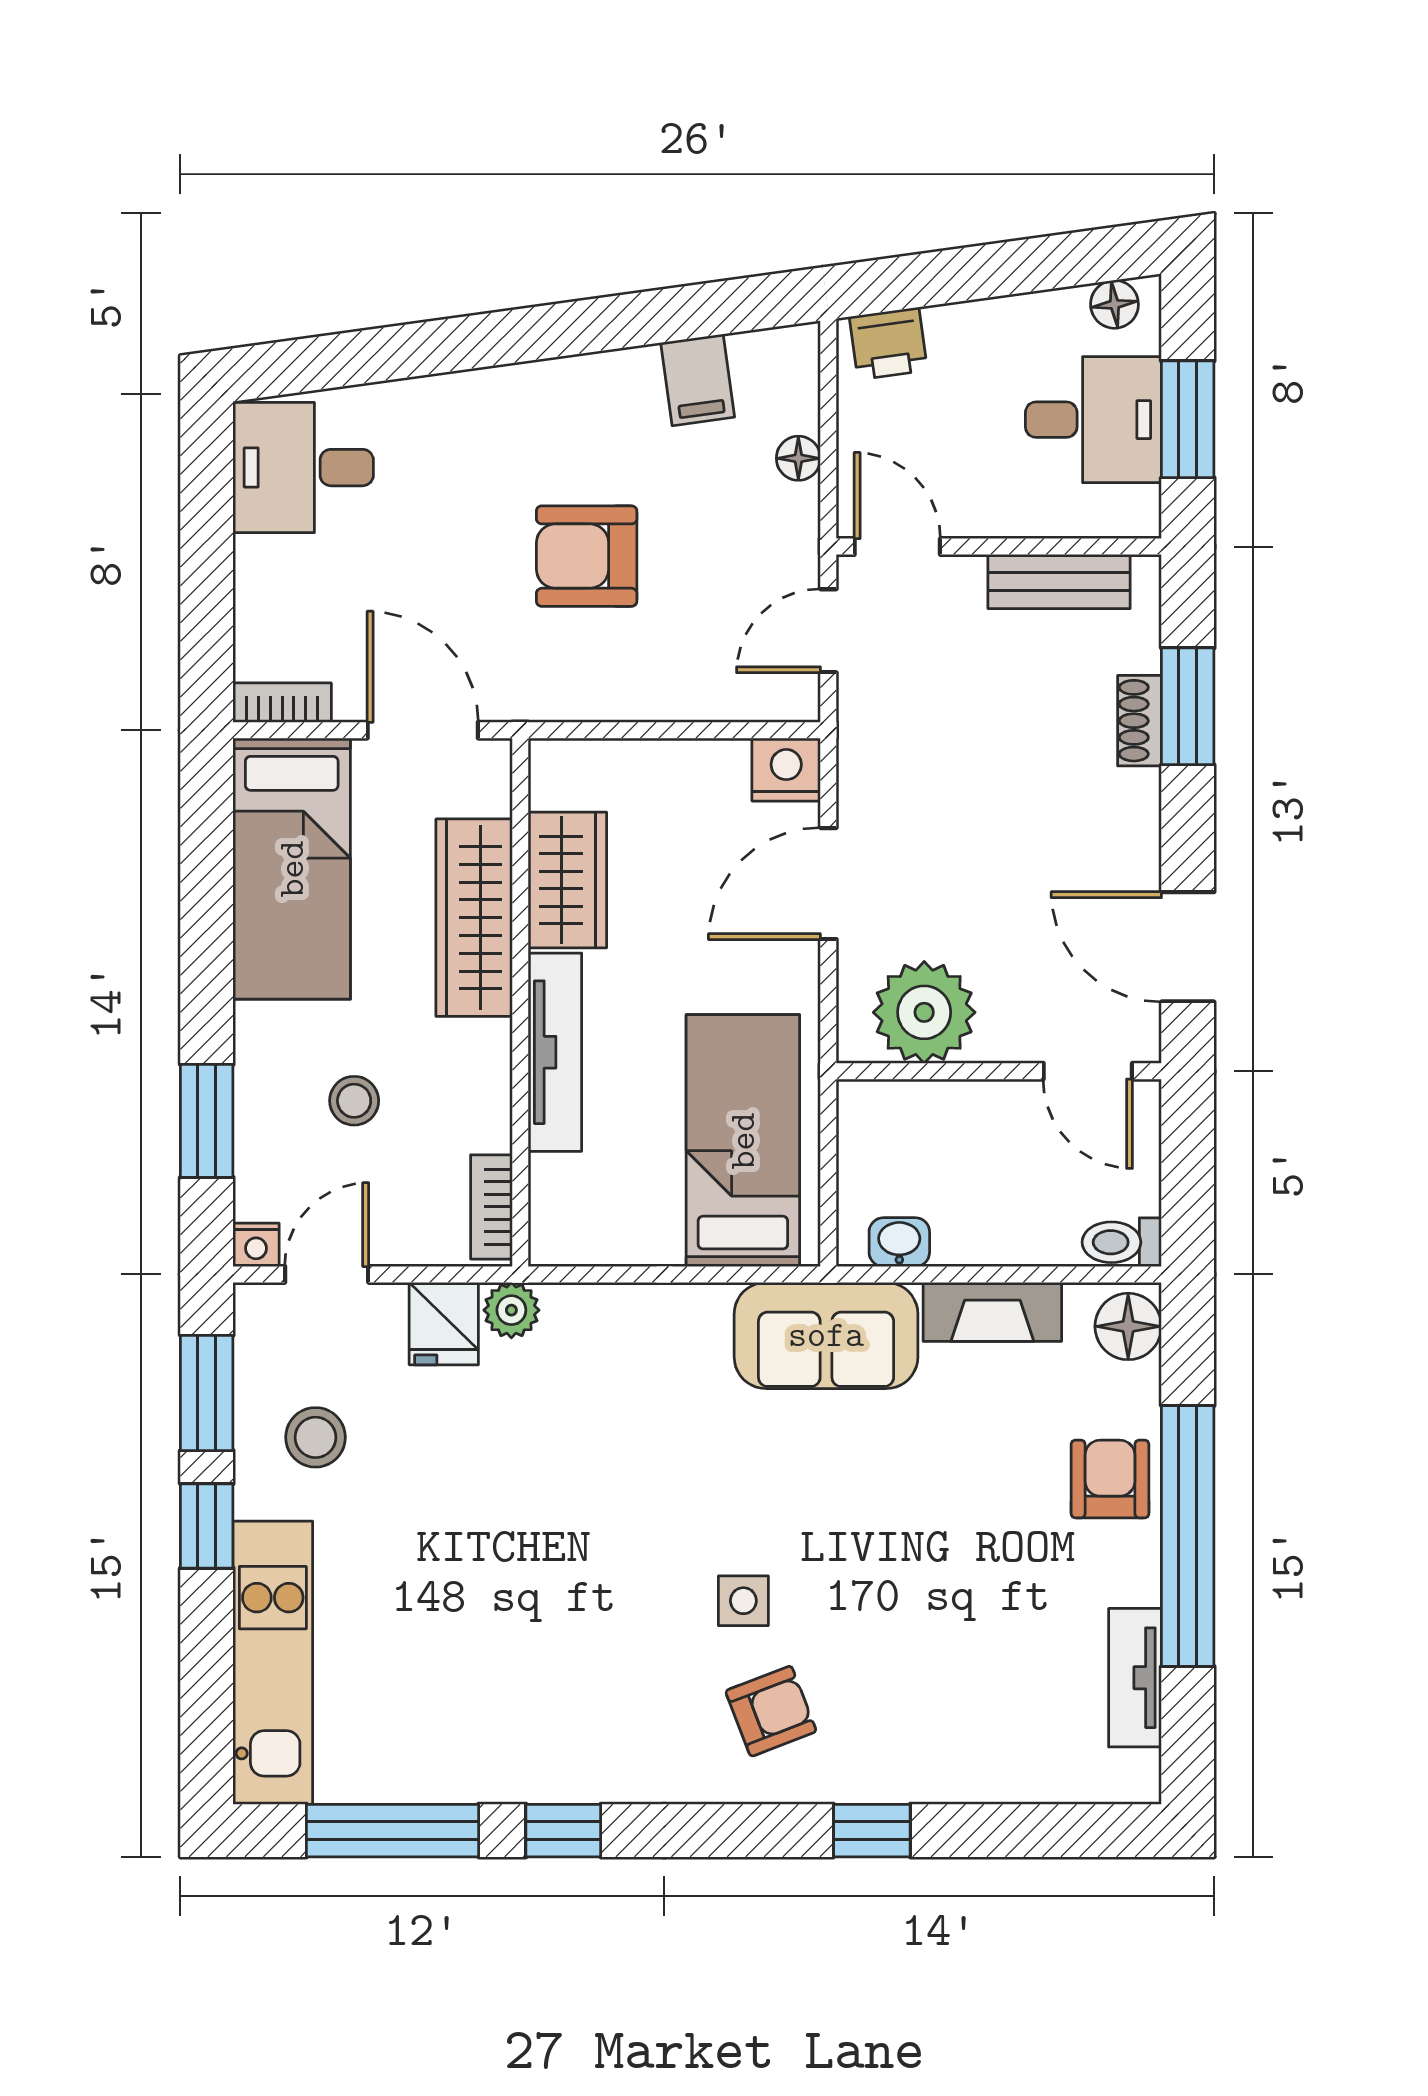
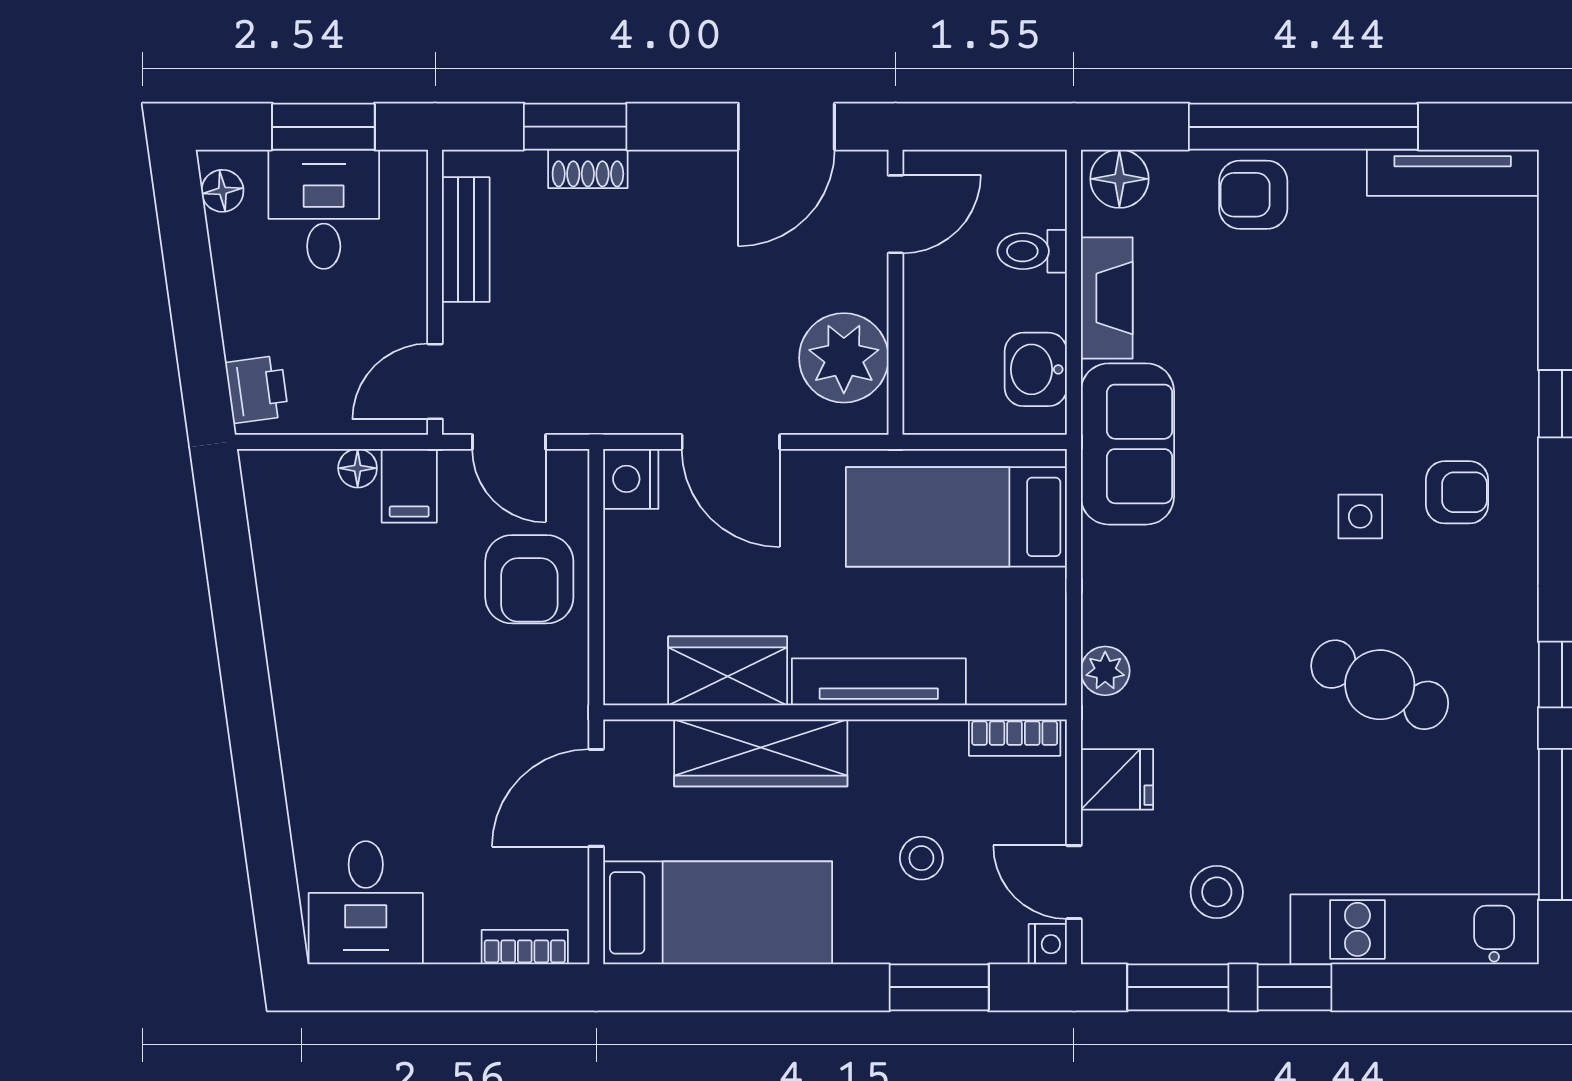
filing cabinet: (698, 380) -> (409, 486), moved, turned 98
armchair: (587, 556) -> (529, 579), moved
bookcase: (282, 703) -> (525, 947), moved, turned 90
washbasin: (899, 1242) -> (1036, 369), width x1.38, depth x1.45
toilet: (1122, 1242) -> (1032, 251), moved, turned 90
plant: (511, 1310) -> (1105, 671), moved
cafe table: (552, 1623) -> (1380, 685), added
tv unit: (1135, 1678) -> (1453, 173), width x1.41
armchair: (771, 1711) -> (1457, 492), turned 111

